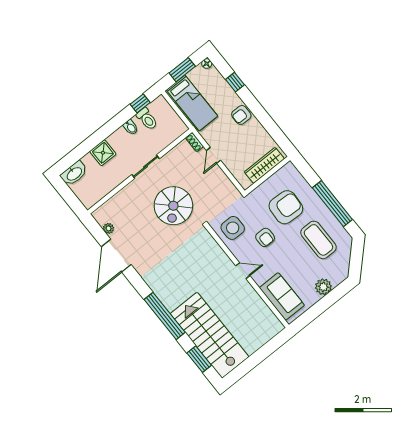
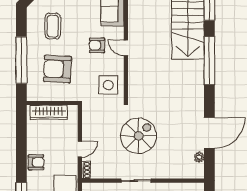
window: (332, 204) -> (21, 60), moved
armchair: (265, 237) -> (97, 45), moved, turned -90
coffee table: (318, 240) -> (53, 26), width x0.73, depth x0.76

